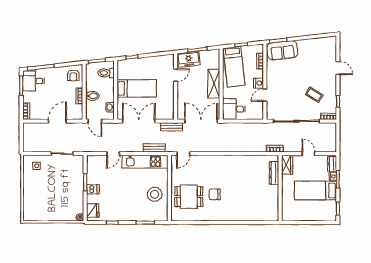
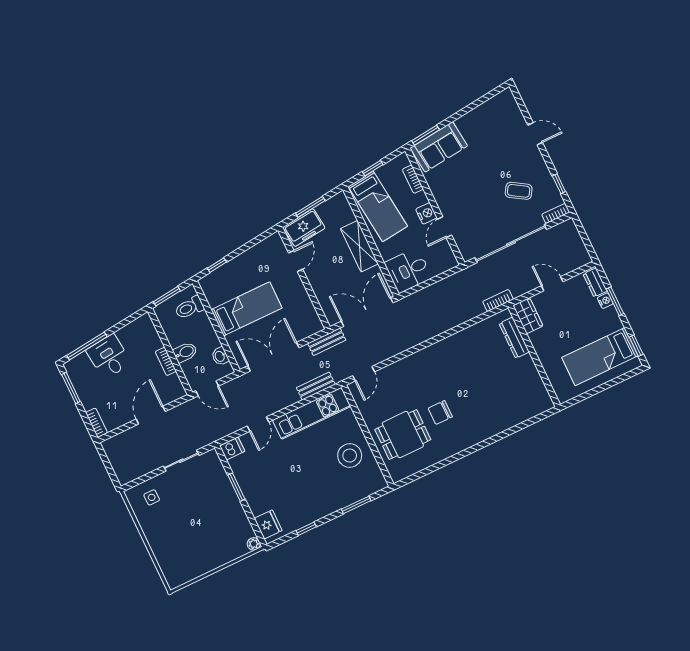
armchair: (73, 75) -> (142, 335), removed
desk: (34, 81) -> (109, 357), moved, turned 84
dishwasher: (93, 189) -> (232, 449), moved
bed: (315, 191) -> (600, 357), moved

